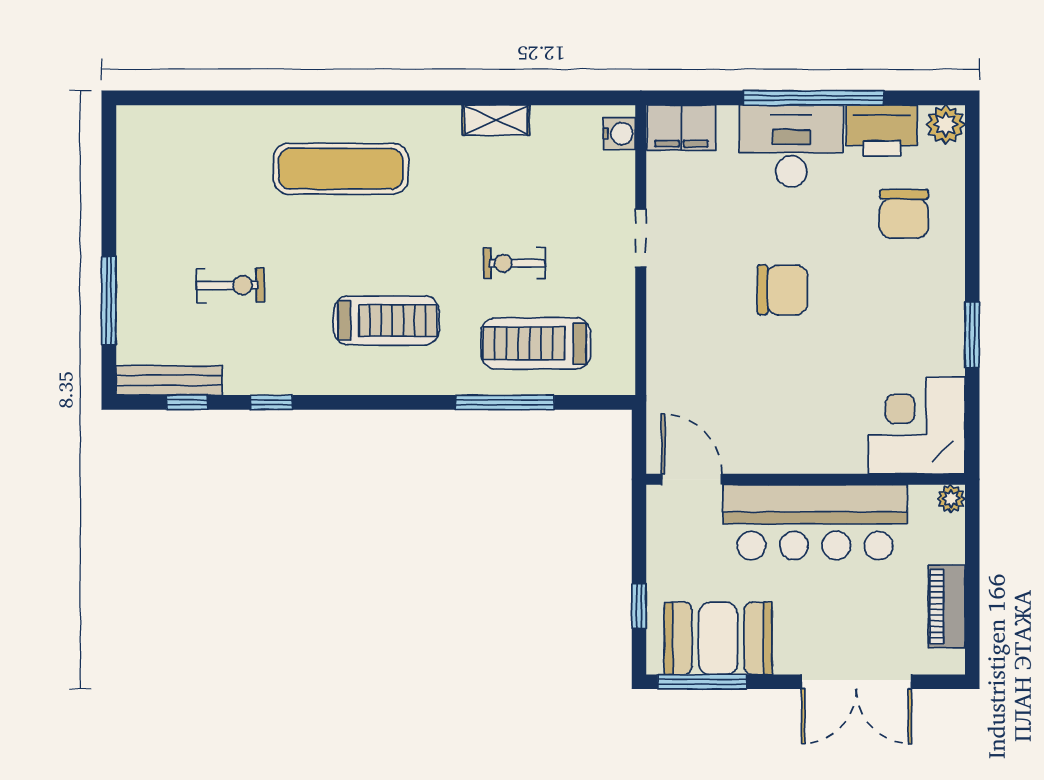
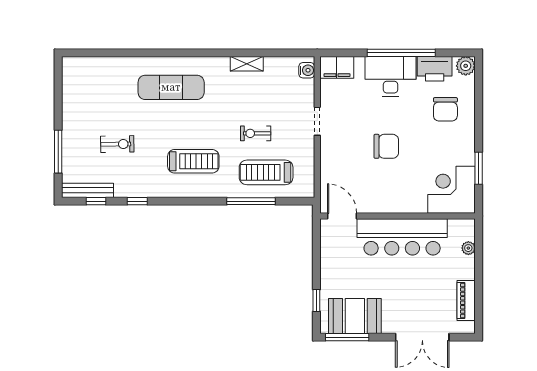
corner desk: (917, 425) -> (452, 190), moved
door: (692, 479) -> (342, 216), moved
wall: (806, 479) -> (397, 216), moved
bar counter: (815, 522) -> (402, 237), moved

